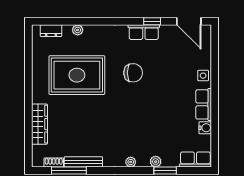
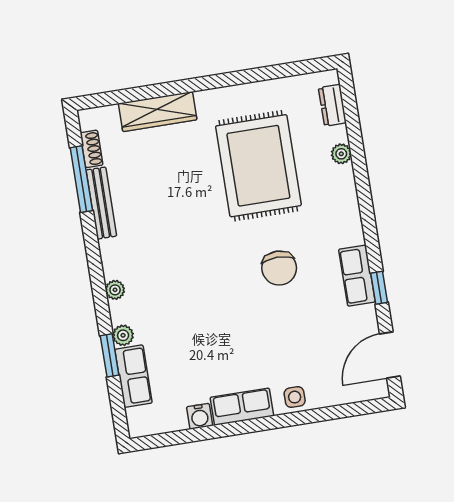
row of seats: (195, 160) -> (133, 376), moved

